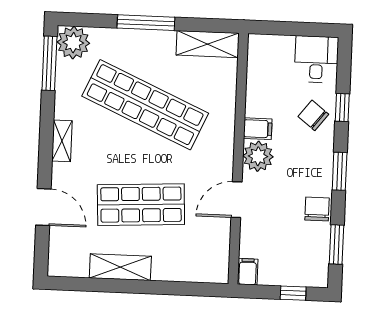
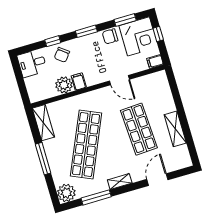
window: (49, 63) -> (96, 197), moved
plant: (258, 156) -> (64, 85), moved
corner desk: (300, 258) -> (139, 36), added

